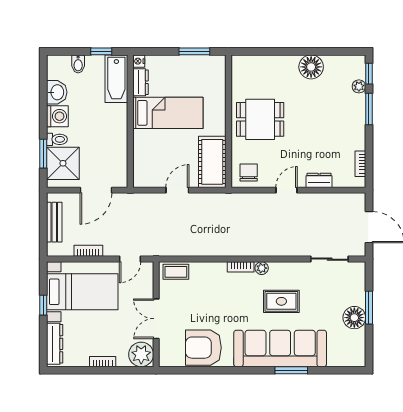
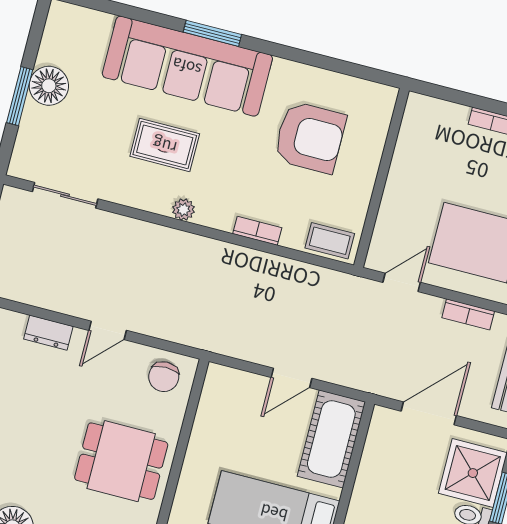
cot: (212, 162) -> (331, 439), moved
bookcase: (241, 267) -> (257, 231), moved
double door: (156, 319) -> (383, 170), removed
armchair: (203, 348) -> (310, 137), moved
plant: (141, 354) -> (424, 117), removed
window: (291, 370) -> (212, 33), moved

